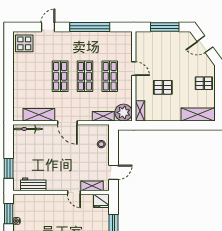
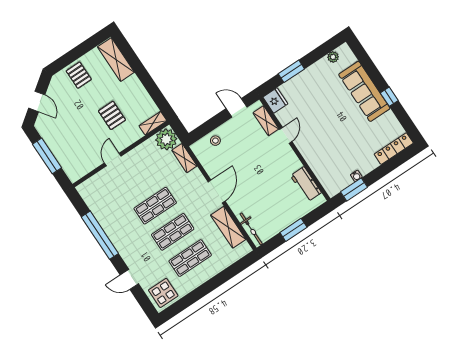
shop shelf: (110, 76) -> (190, 258), moved
window: (9, 168) -> (293, 230), moved

